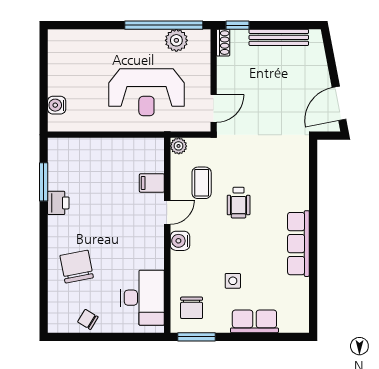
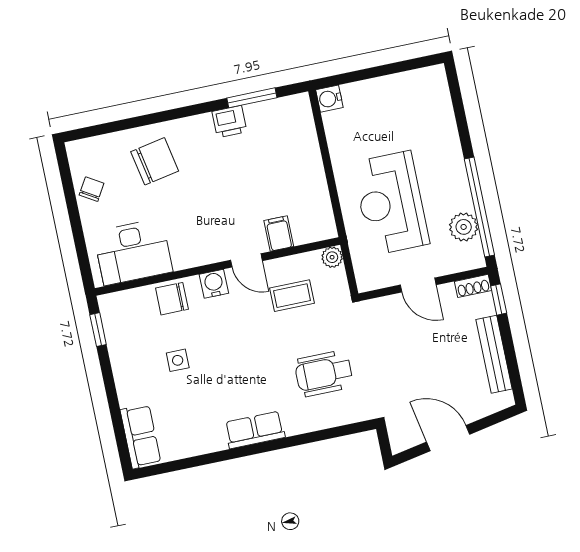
door: (339, 103) -> (448, 438), moved
water cooler: (57, 105) -> (329, 99), moved, turned -90
door: (214, 108) -> (418, 285), moved
wheelchair: (239, 203) -> (324, 373), moved, width x1.36, depth x1.37
row of seats: (298, 244) -> (255, 430), width x0.68
chair: (192, 308) -> (172, 299), moved
row of seats: (254, 321) -> (141, 436), moved
window: (197, 337) -> (98, 330), width x0.67

